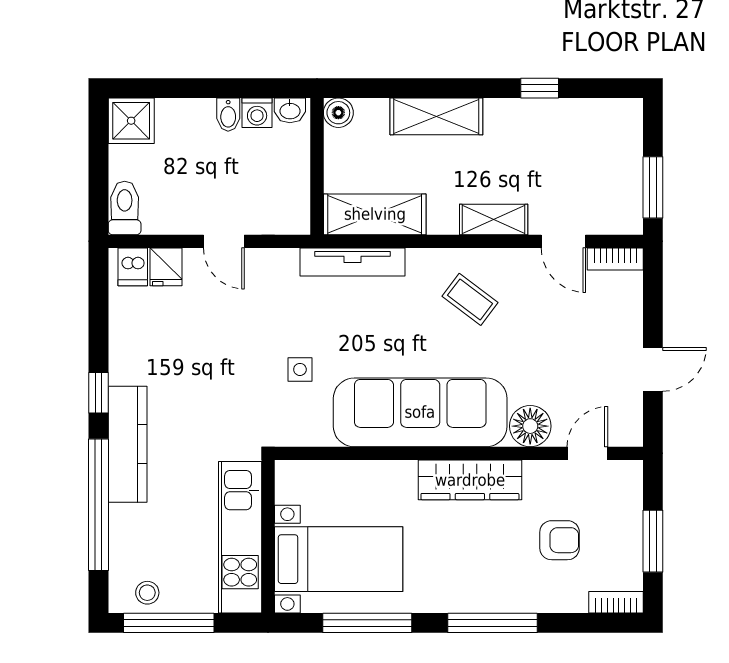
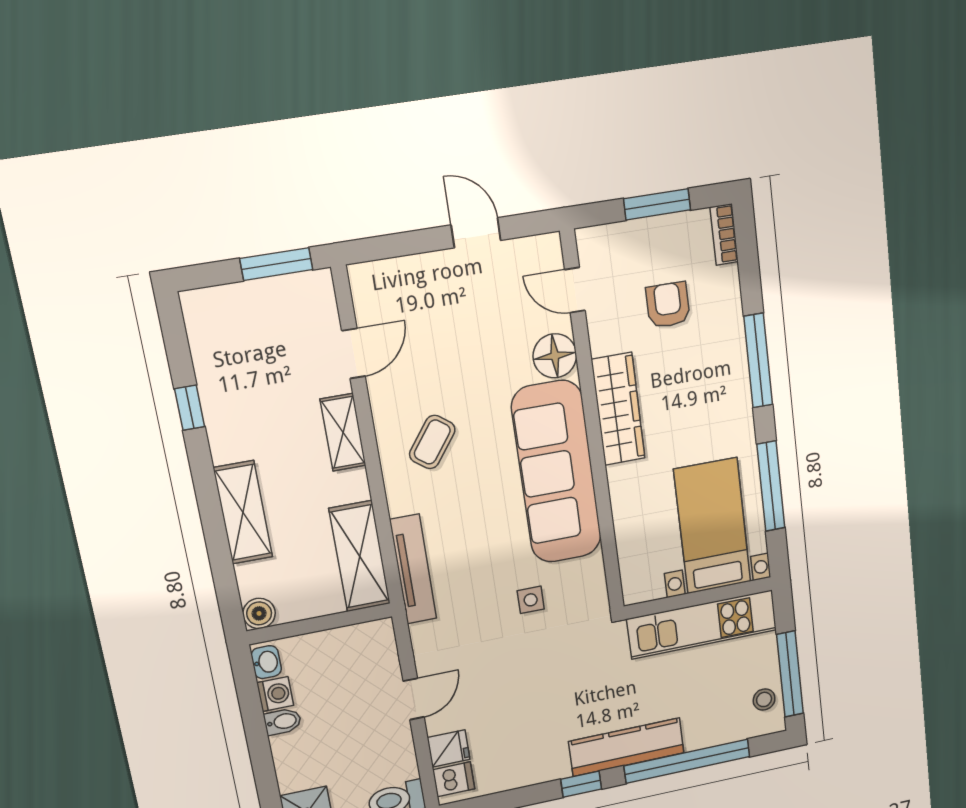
bookcase: (615, 259) -> (363, 293), removed

